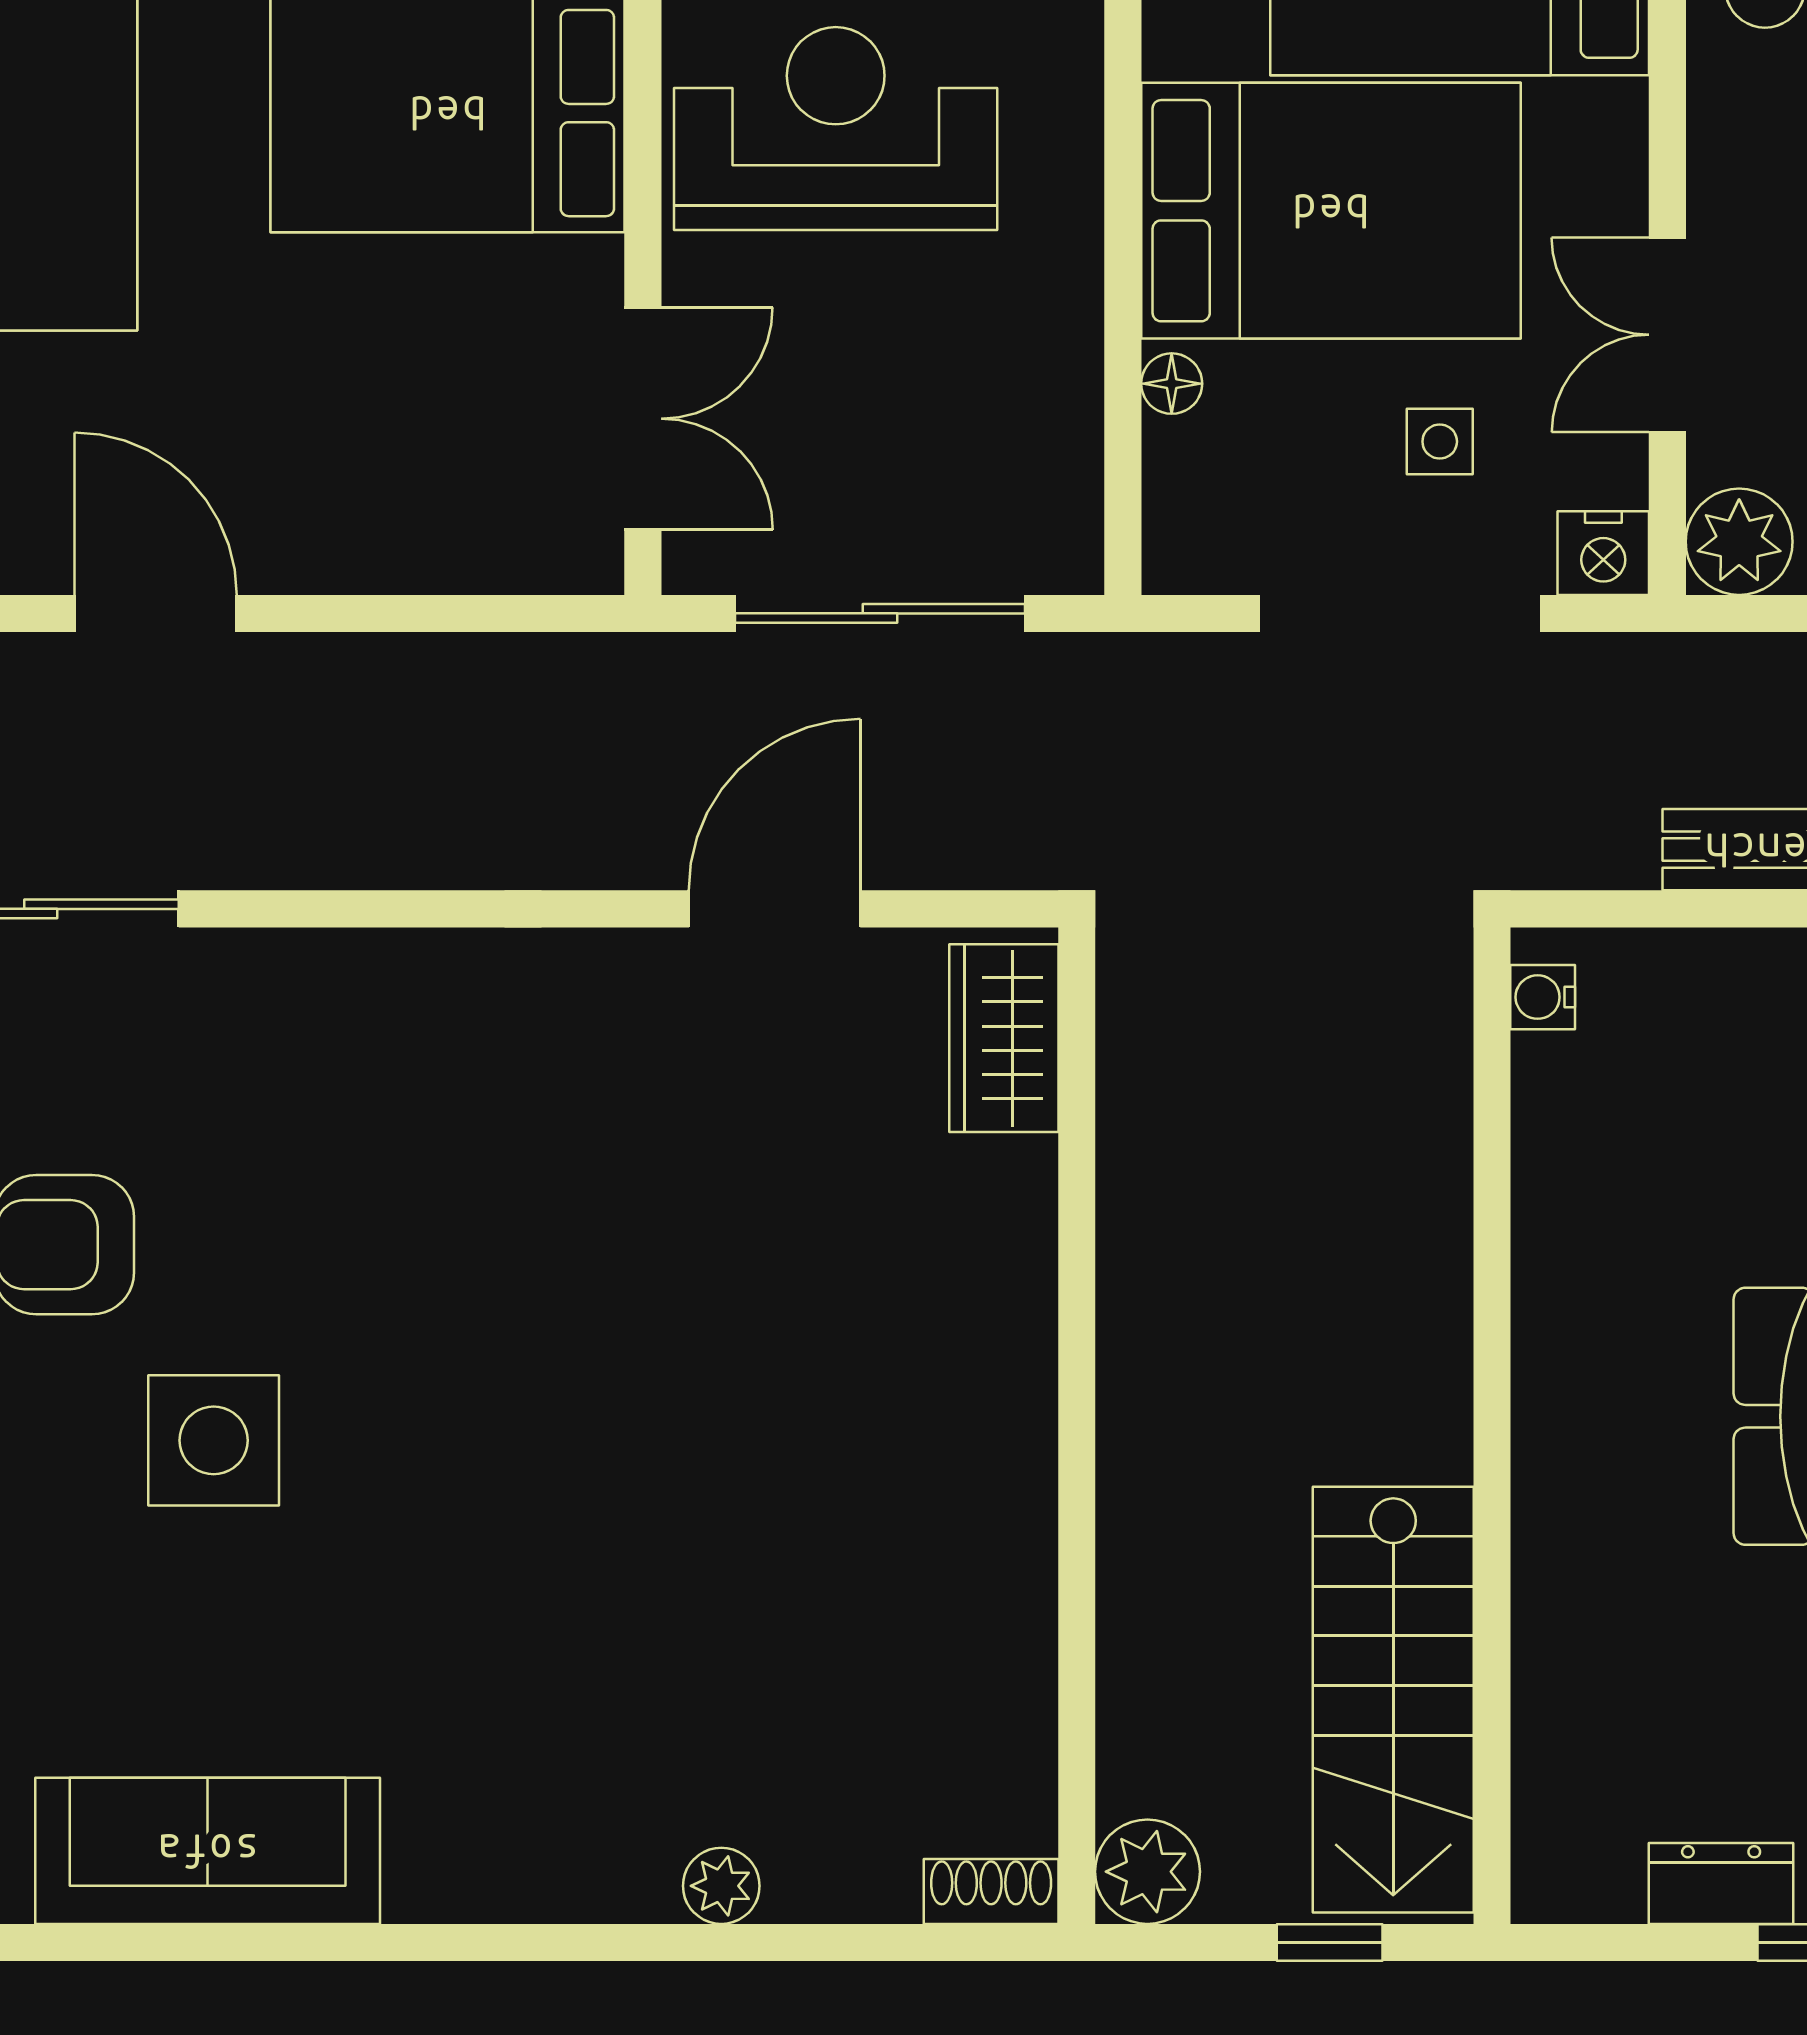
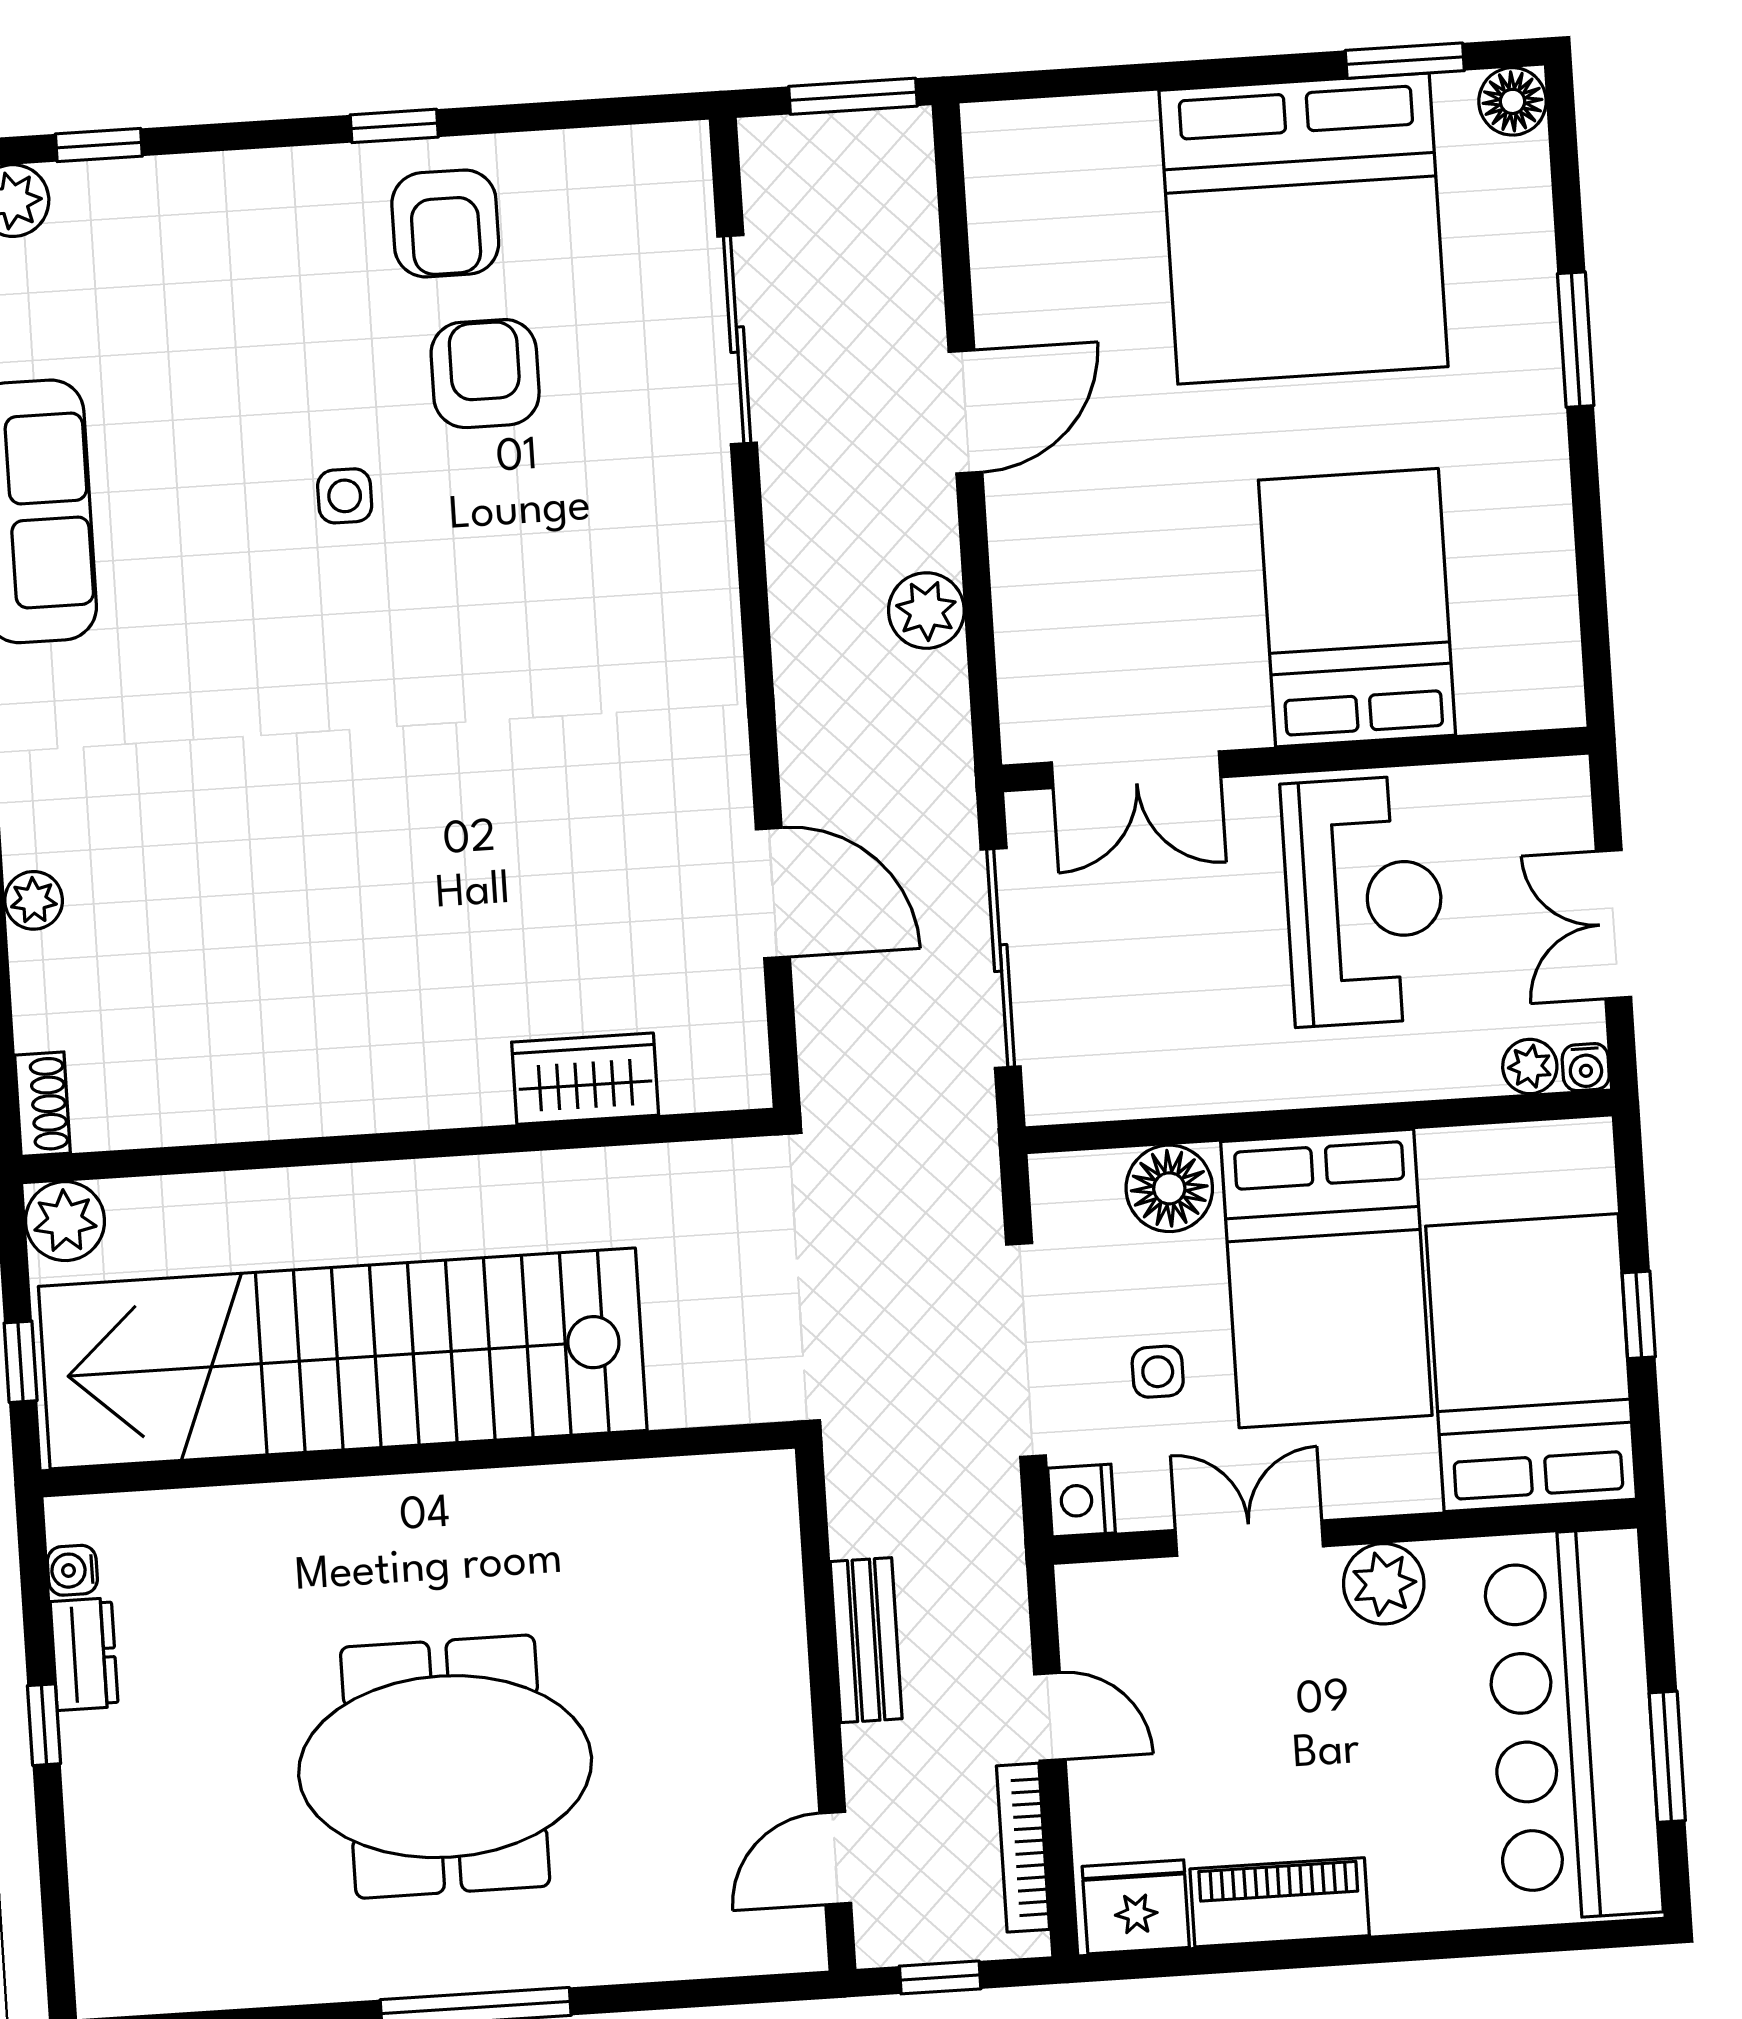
floor lamp: (1172, 384) -> (1169, 1188), width x1.89, depth x1.89
plant: (1739, 542) -> (1384, 1584), moved
plant: (415, 682) -> (926, 611), added
water cooler: (1543, 997) -> (72, 1570), moved, turned -90
wardrobe: (1004, 1038) -> (585, 1079), moved
side table: (214, 1440) -> (345, 496), width x0.54, depth x0.54
stairs: (1393, 1700) -> (343, 1358), width x1.86, depth x1.51

